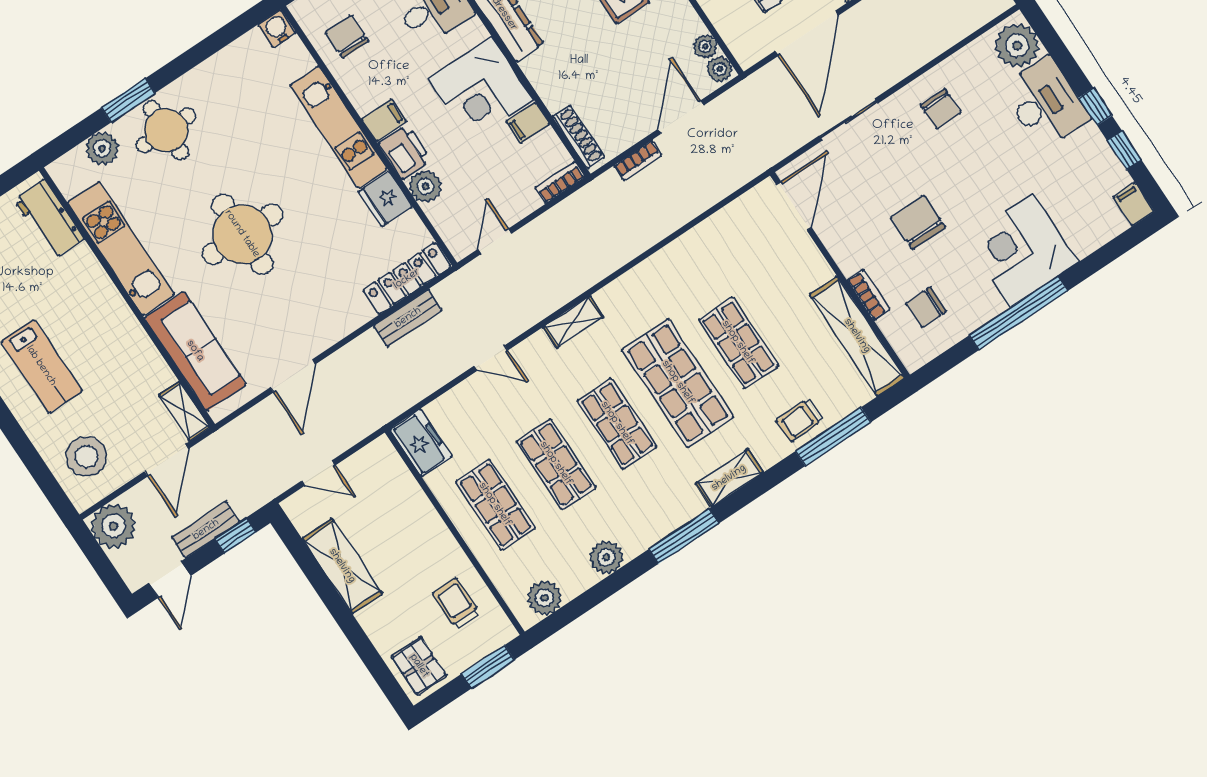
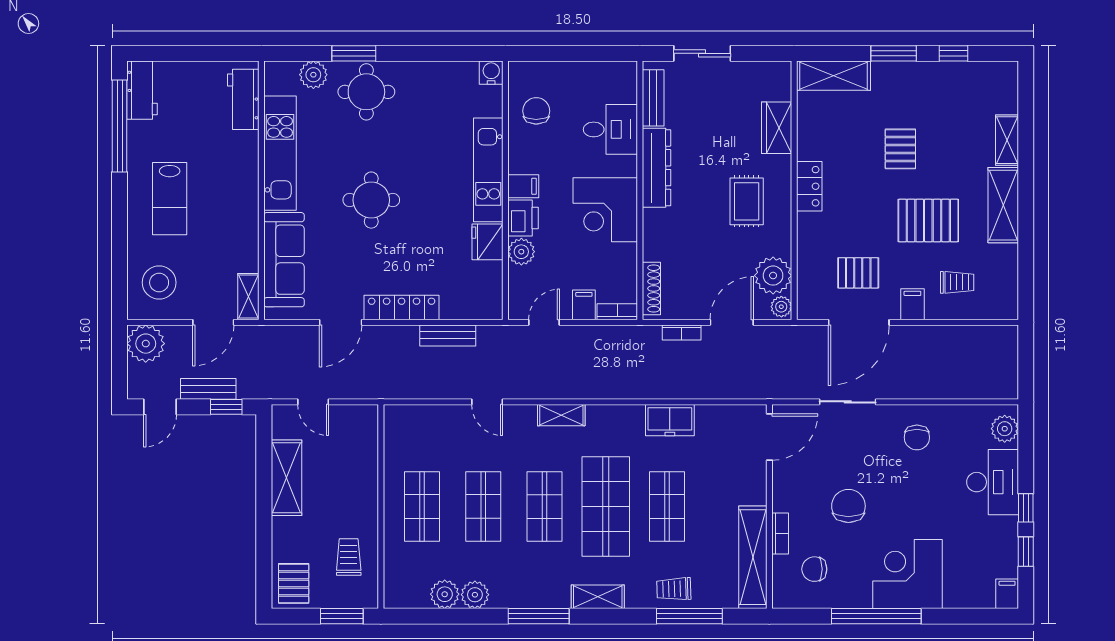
plant: (1017, 45) -> (1005, 429), width x0.73, depth x0.73
plant: (705, 46) -> (773, 276), width x1.88, depth x1.88
filing cabinet: (528, 123) -> (584, 305), moved, turned 90
round table: (242, 234) -> (371, 200), width x0.73, depth x0.73
locker: (407, 279) -> (402, 307), moved
freezer: (421, 443) -> (670, 420), moved, turned 90
plant: (545, 598) -> (445, 594), moved

